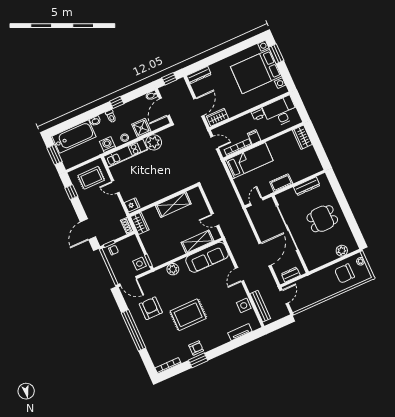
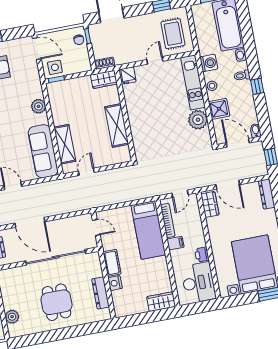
nightstand: (296, 177) -> (115, 283), added
door: (128, 281) -> (37, 49), swing flipped

